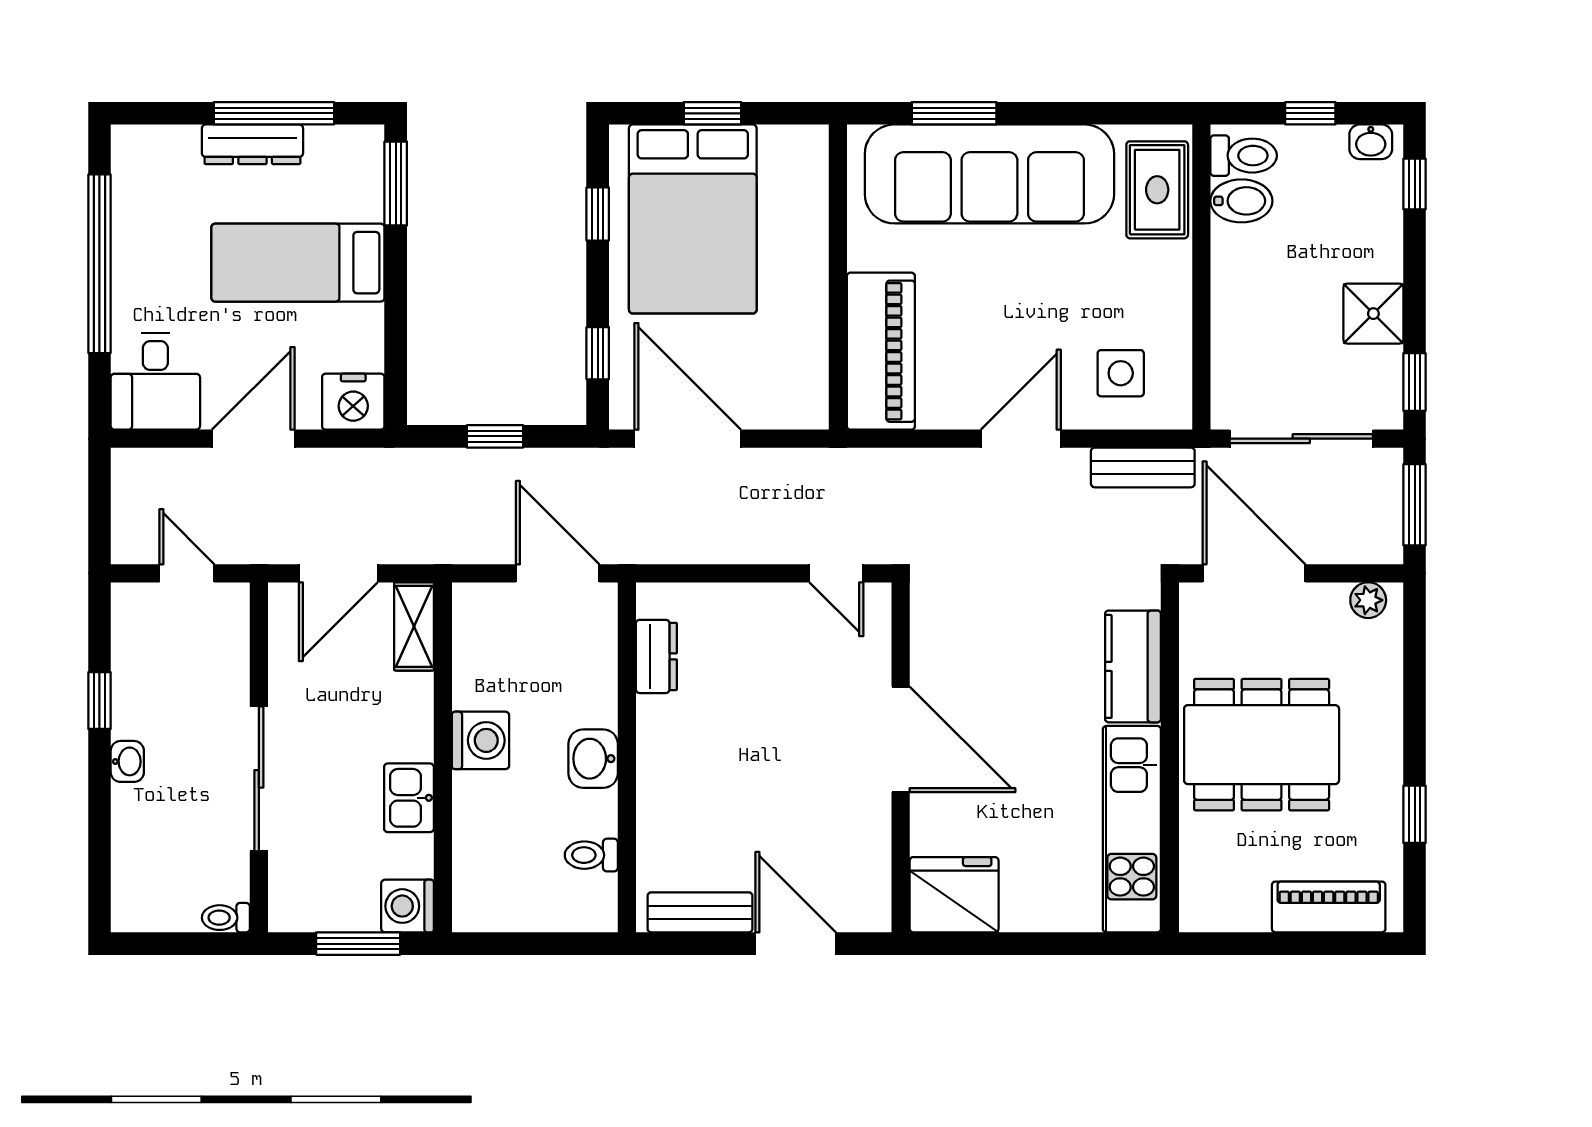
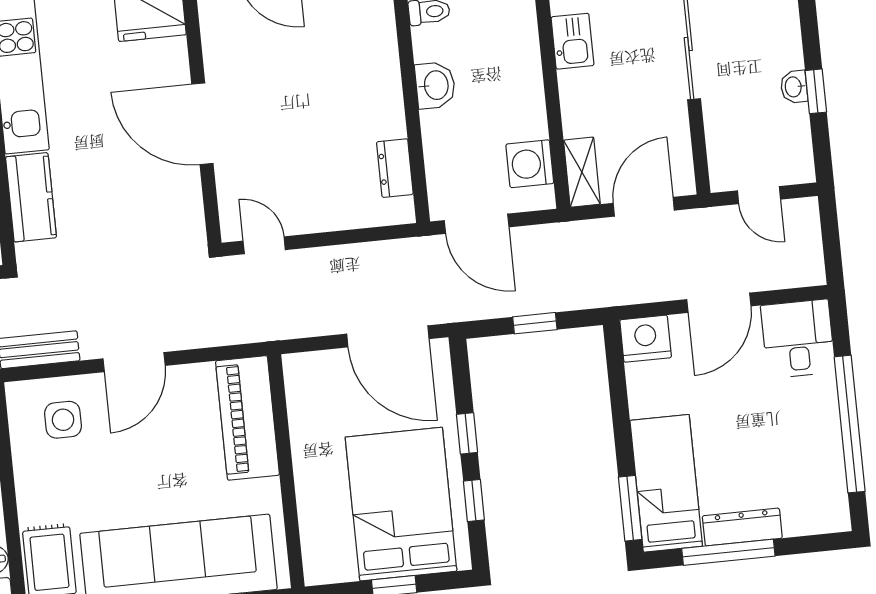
bed: (298, 263) -> (666, 483), moved, turned -90
window: (598, 353) -> (467, 433), moved
washing machine: (480, 740) -> (530, 164), moved
washbasin: (127, 761) -> (794, 87), moved

